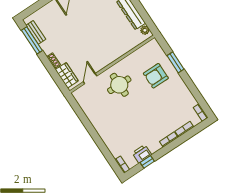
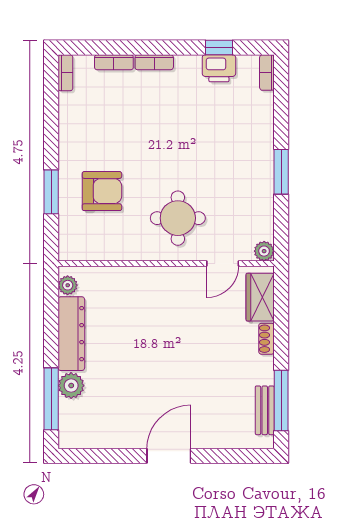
plant: (77, 94) -> (264, 251), added
window: (91, 130) -> (281, 172), added

